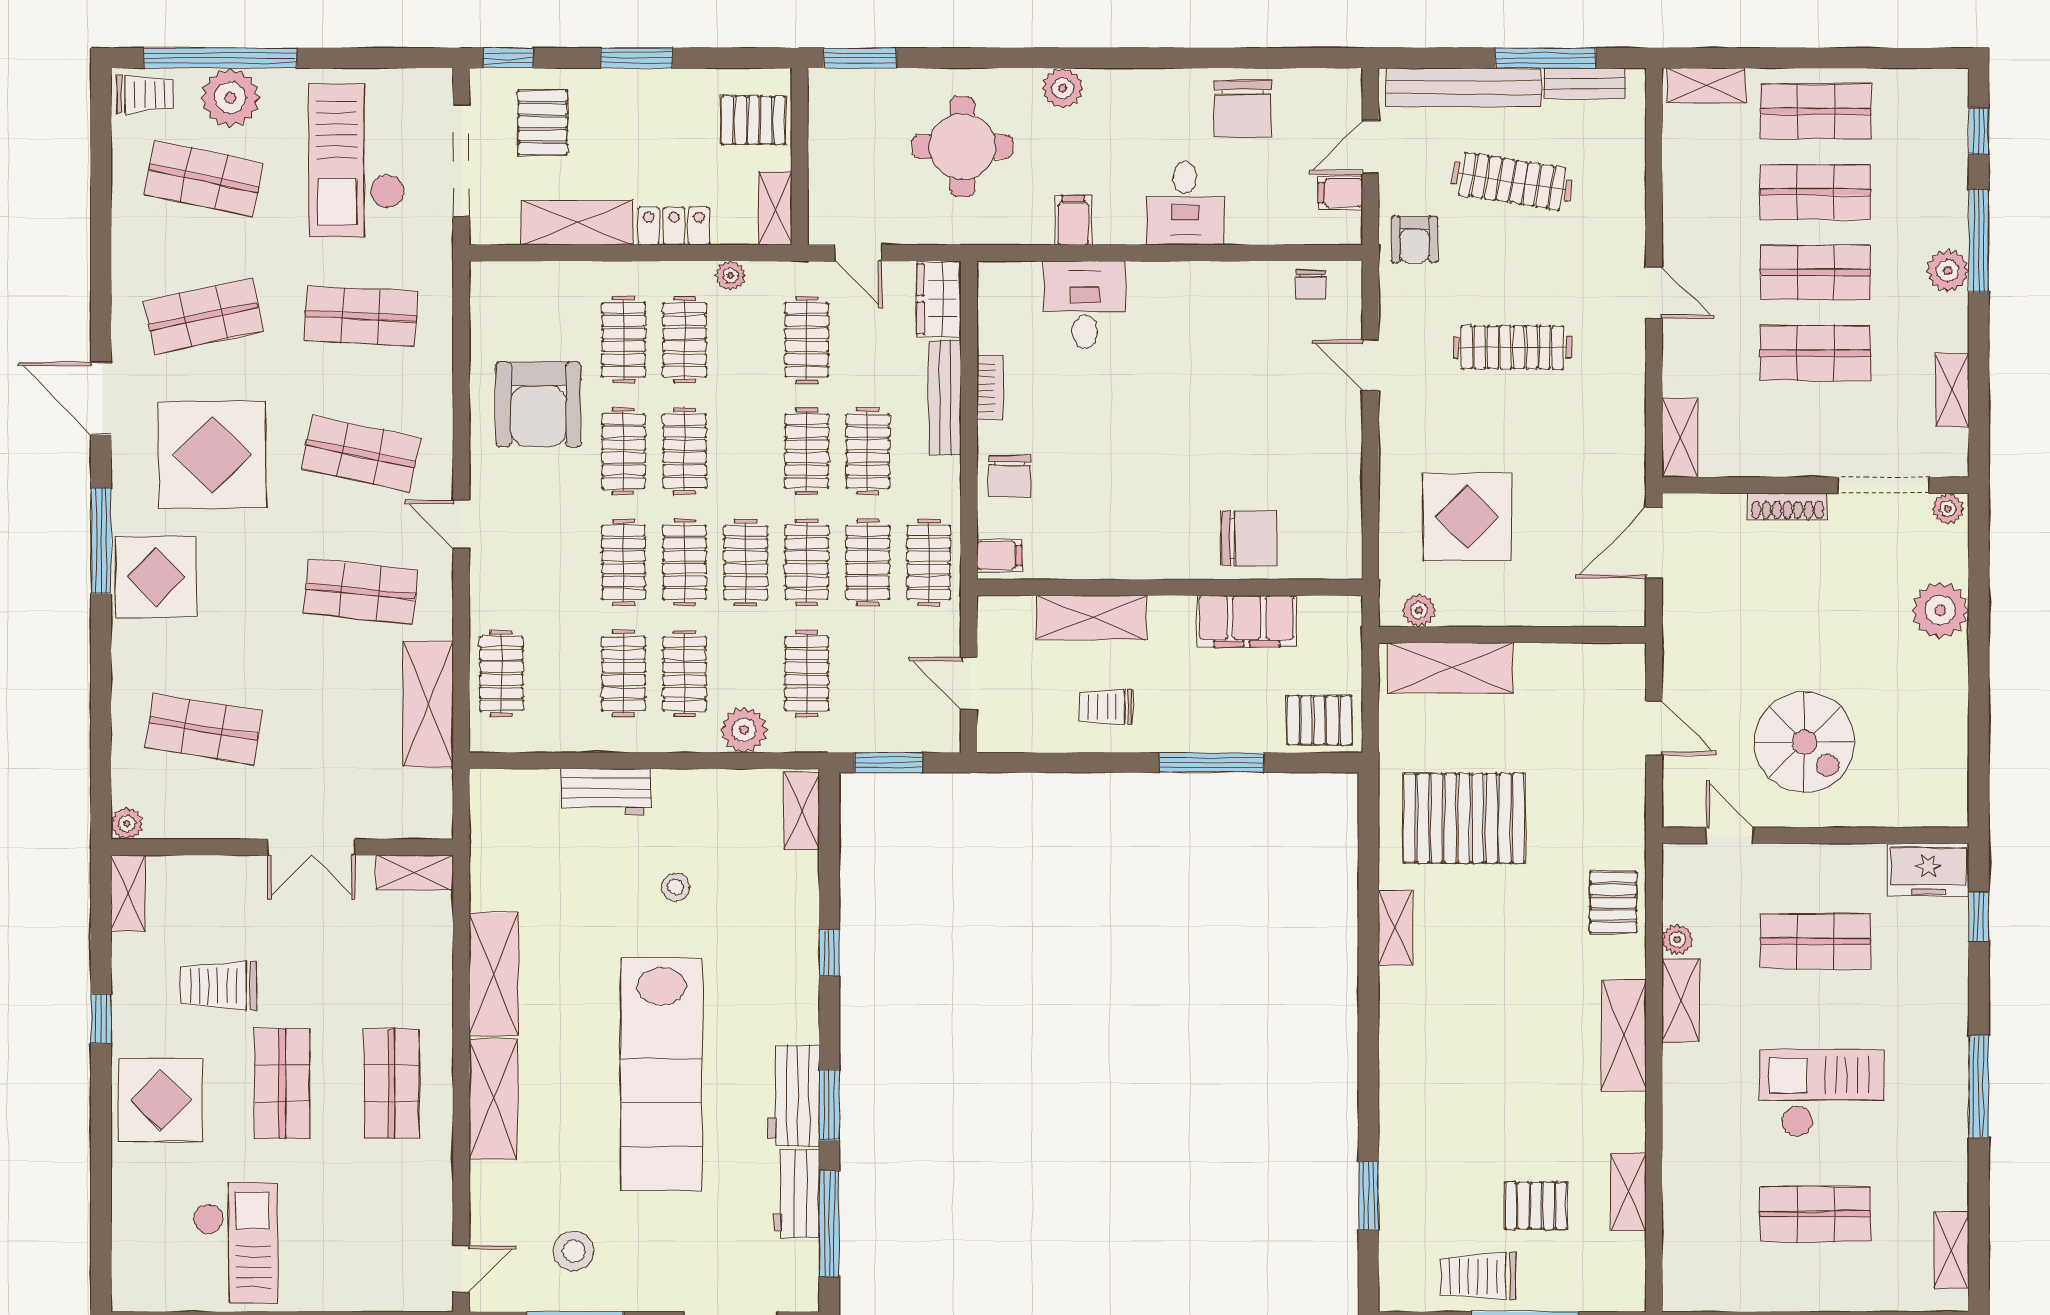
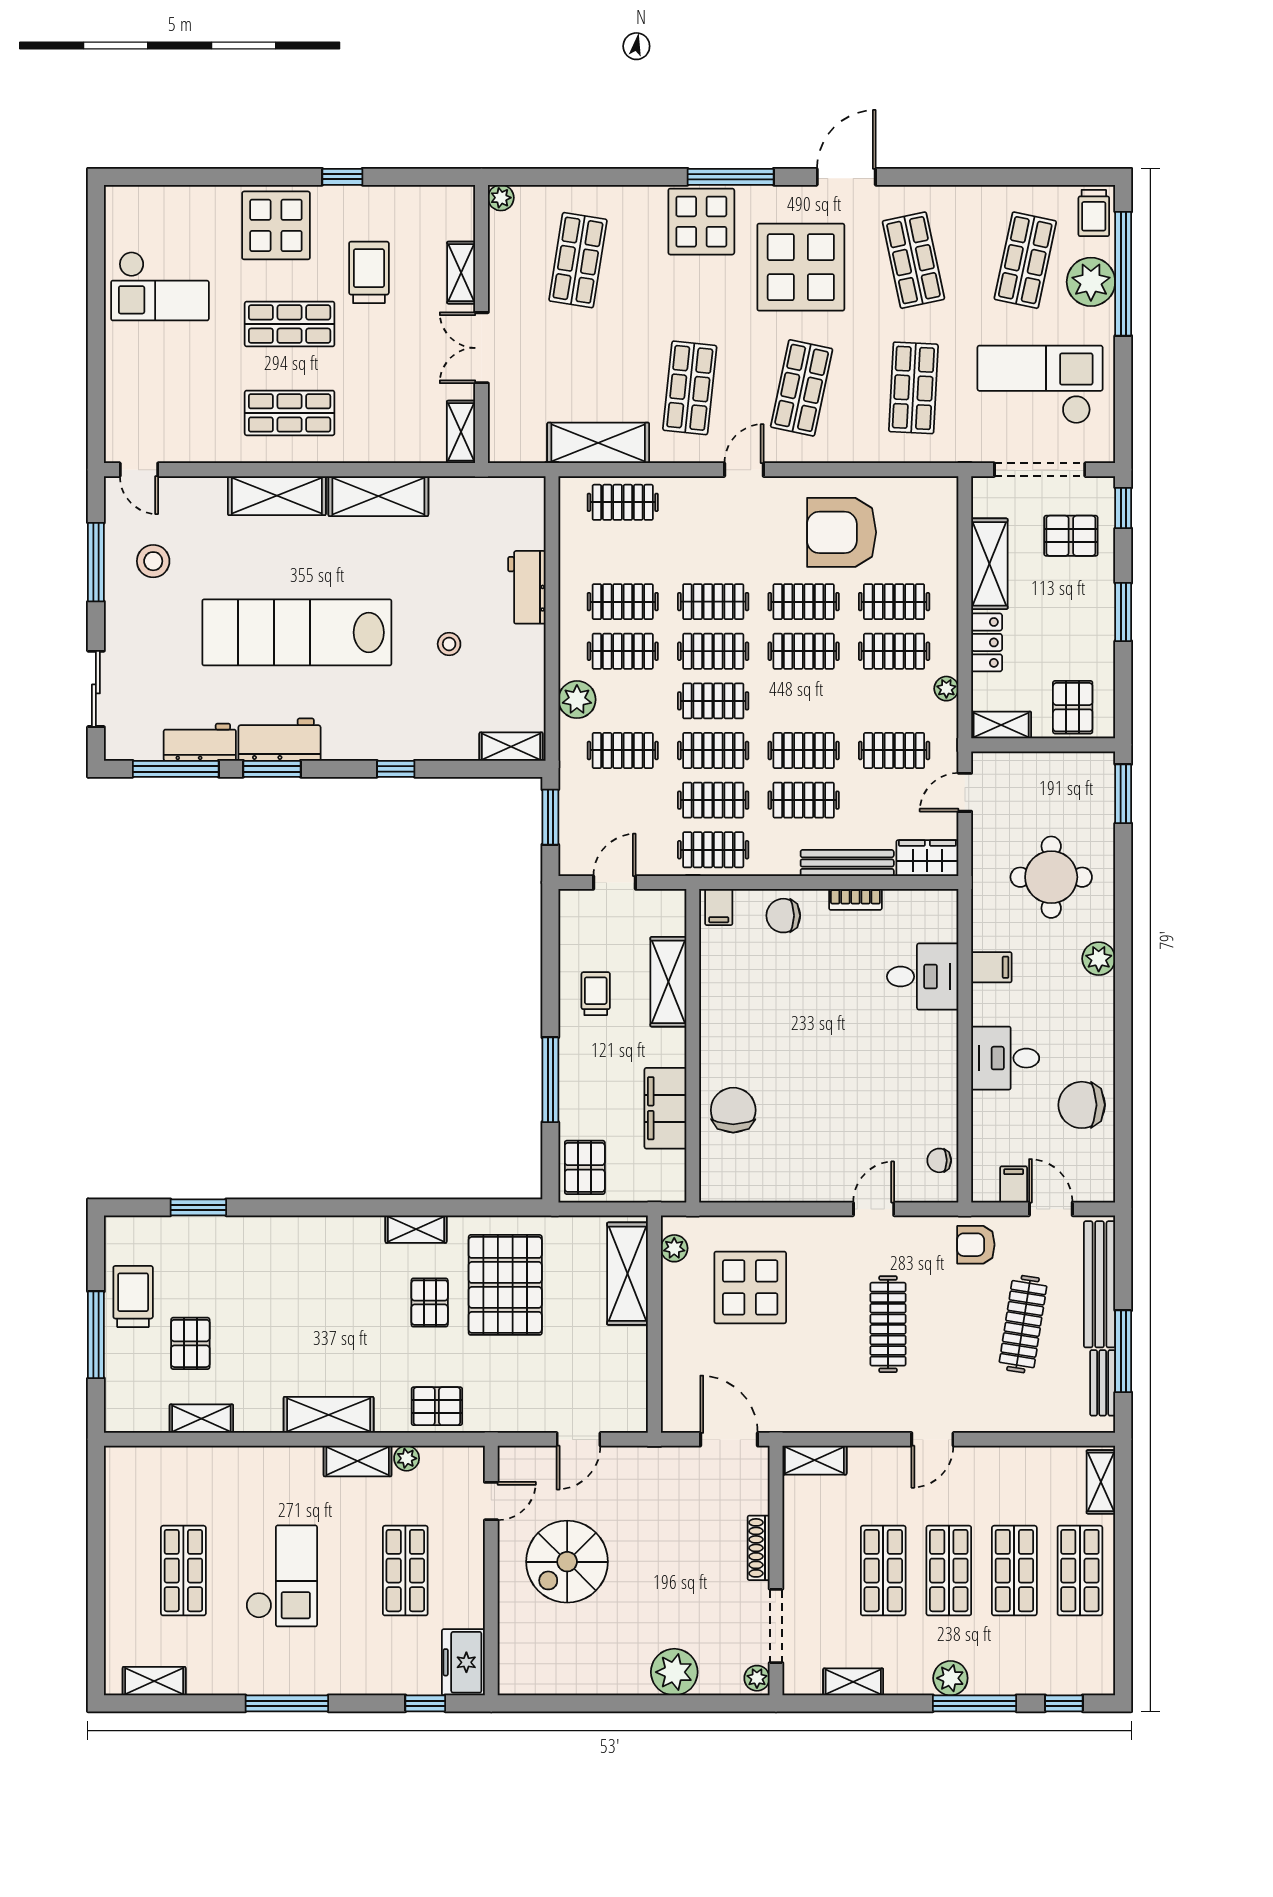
chair: (1249, 538) -> (733, 1110), turned 180
shelving: (128, 893) -> (461, 273), moved, turned 90
pallet: (1486, 911) -> (430, 1303), added

